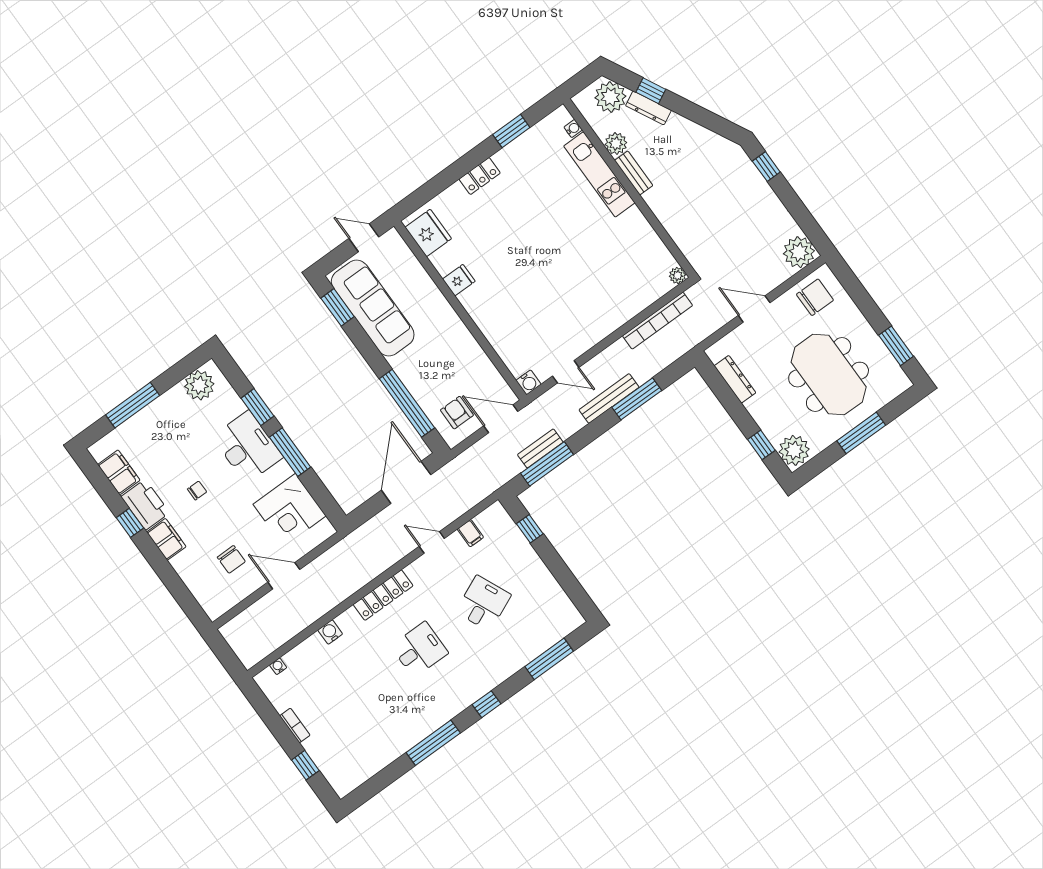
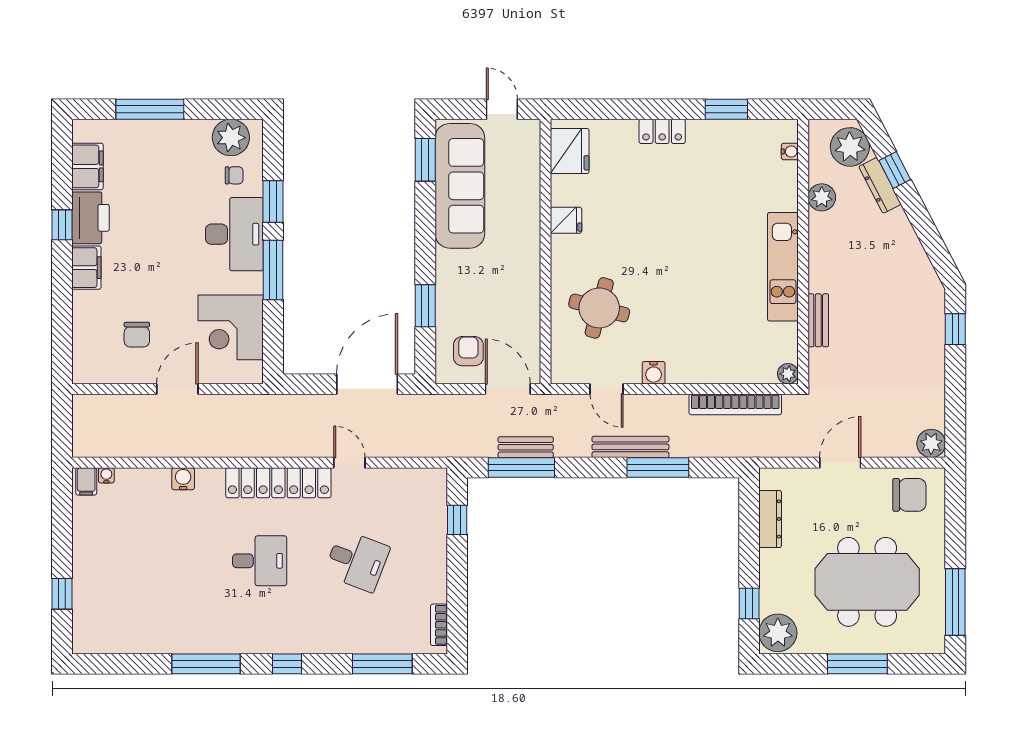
bench: (634, 173) -> (818, 320), moved
kitchen unit: (599, 174) -> (783, 267), moved
plant: (799, 252) -> (931, 443), width x0.73, depth x0.73
door: (754, 309) -> (840, 463), hinge flipped
round table: (522, 322) -> (599, 308), added
window: (896, 346) -> (955, 602), width x1.44
meeting table: (829, 375) -> (867, 582), turned 90
water cooler: (528, 382) -> (654, 373), moved
window: (407, 403) -> (425, 306), width x0.47
chair: (197, 491) -> (234, 175), moved
filing cabinet: (470, 533) -> (86, 481), moved
door: (284, 576) -> (177, 389), hinge flipped
locker: (383, 595) -> (278, 483), width x1.41, depth x1.21
desk: (483, 603) -> (357, 561), turned 45
bookcase: (295, 725) -> (439, 625), moved, turned 180

